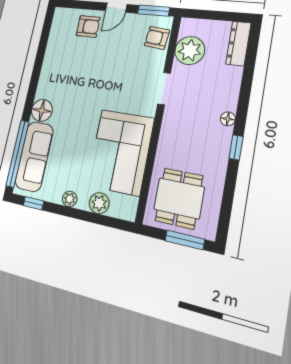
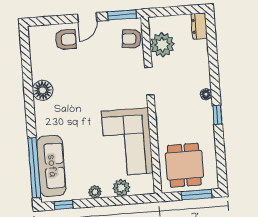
dresser: (238, 44) -> (199, 26), width x0.70
floor lamp: (42, 110) -> (43, 90), moved

